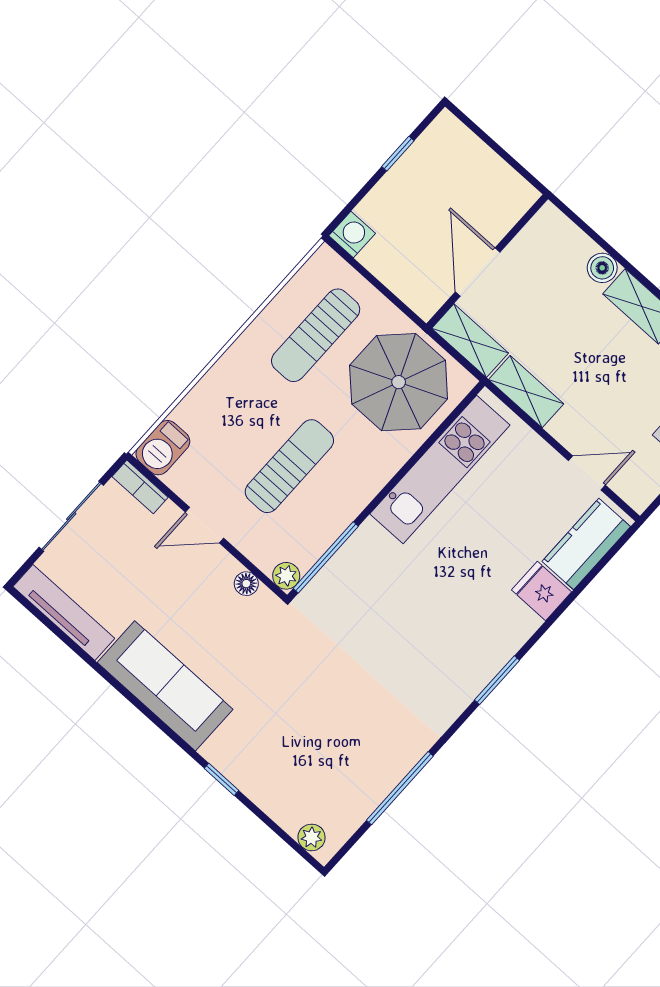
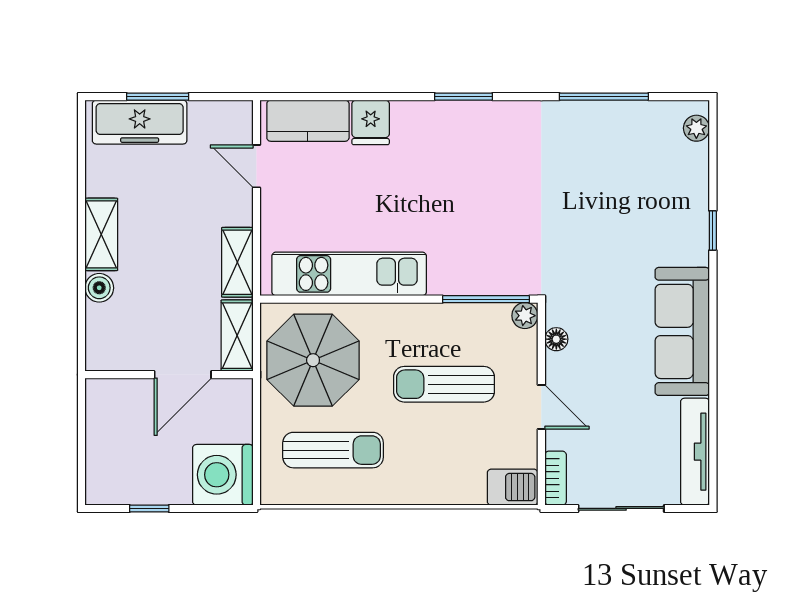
washing machine: (352, 234) -> (223, 475), width x1.89, depth x1.89

